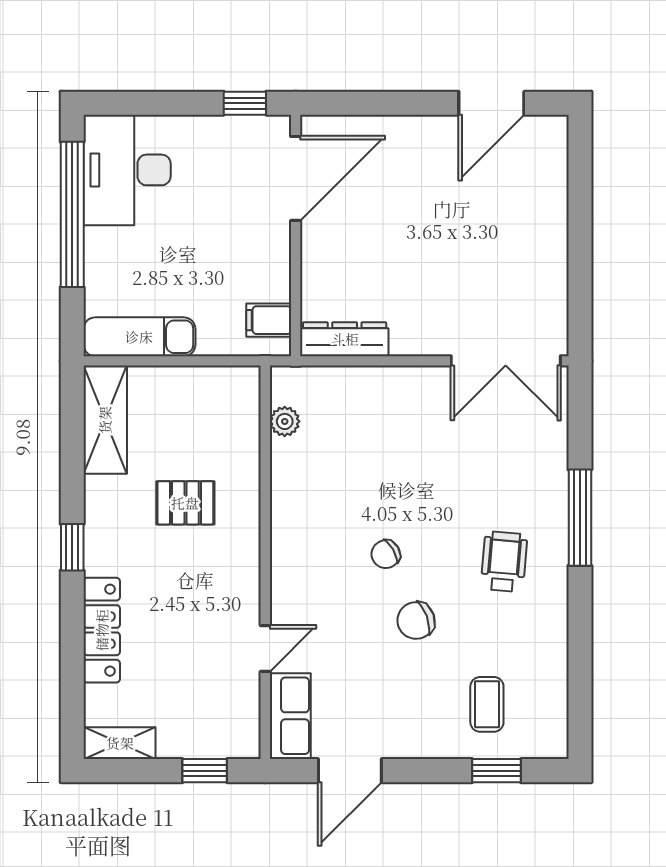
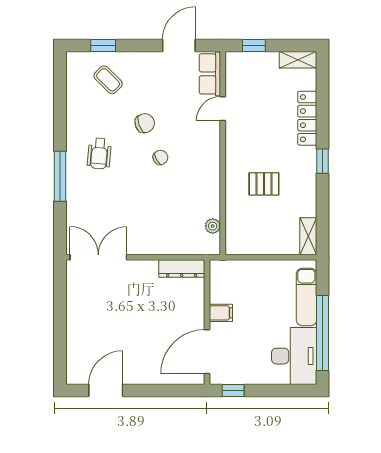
filing cabinet: (269, 320) -> (221, 313), moved
exam couch: (139, 337) -> (306, 297), moved, turned 90
shelving: (105, 420) -> (308, 236), width x0.67, depth x0.75
coffee table: (487, 704) -> (108, 80), turned -45

